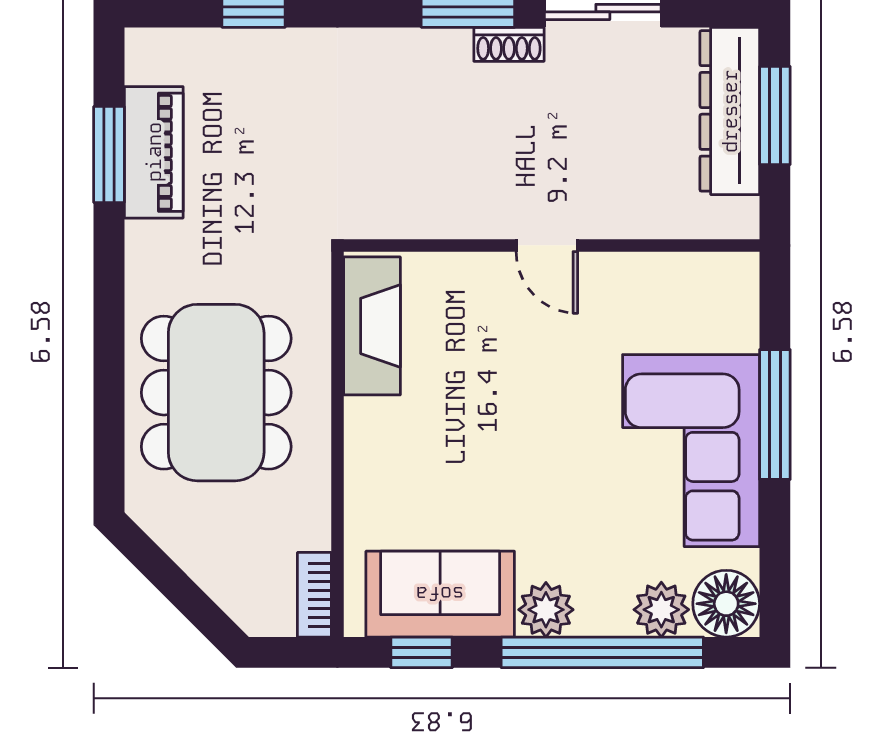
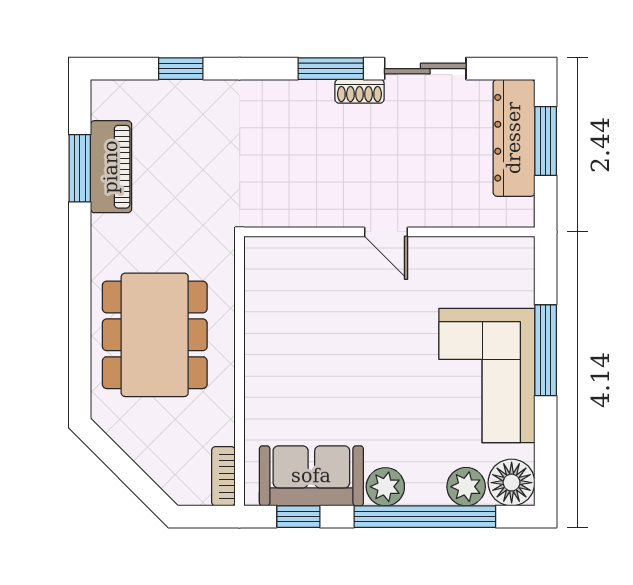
fireplace: (372, 326) -> (264, 288), removed

